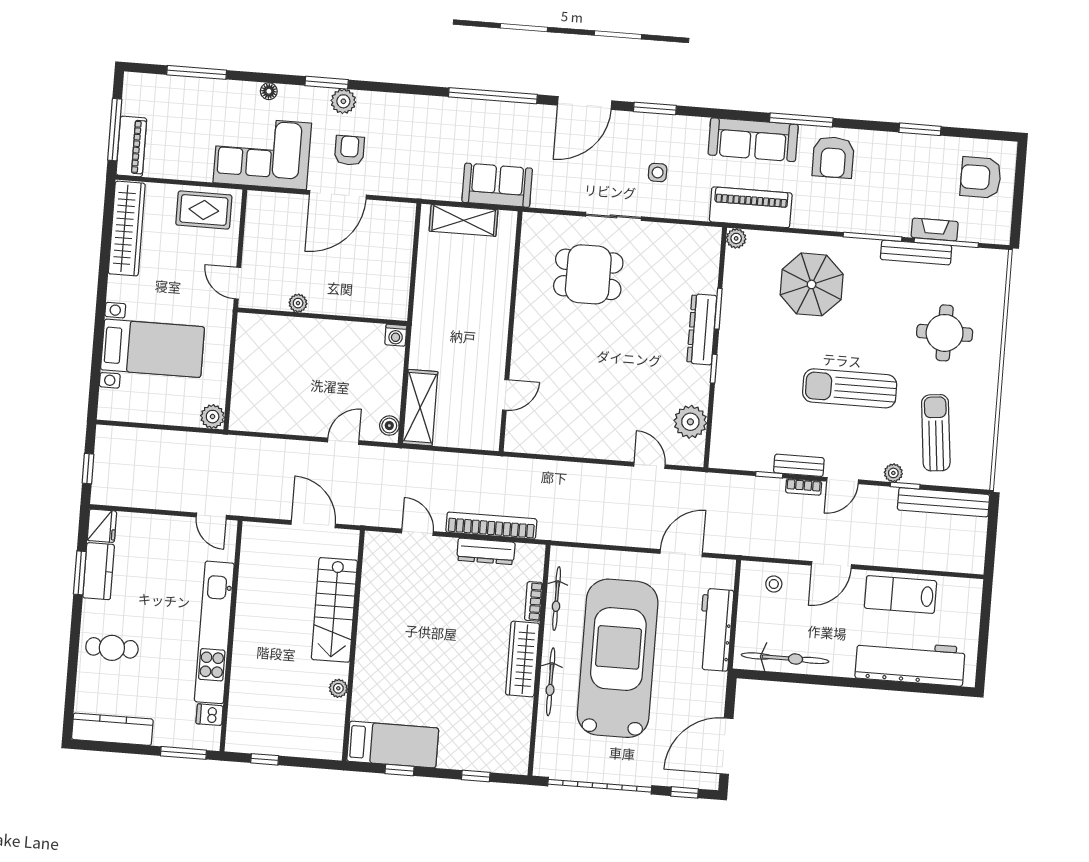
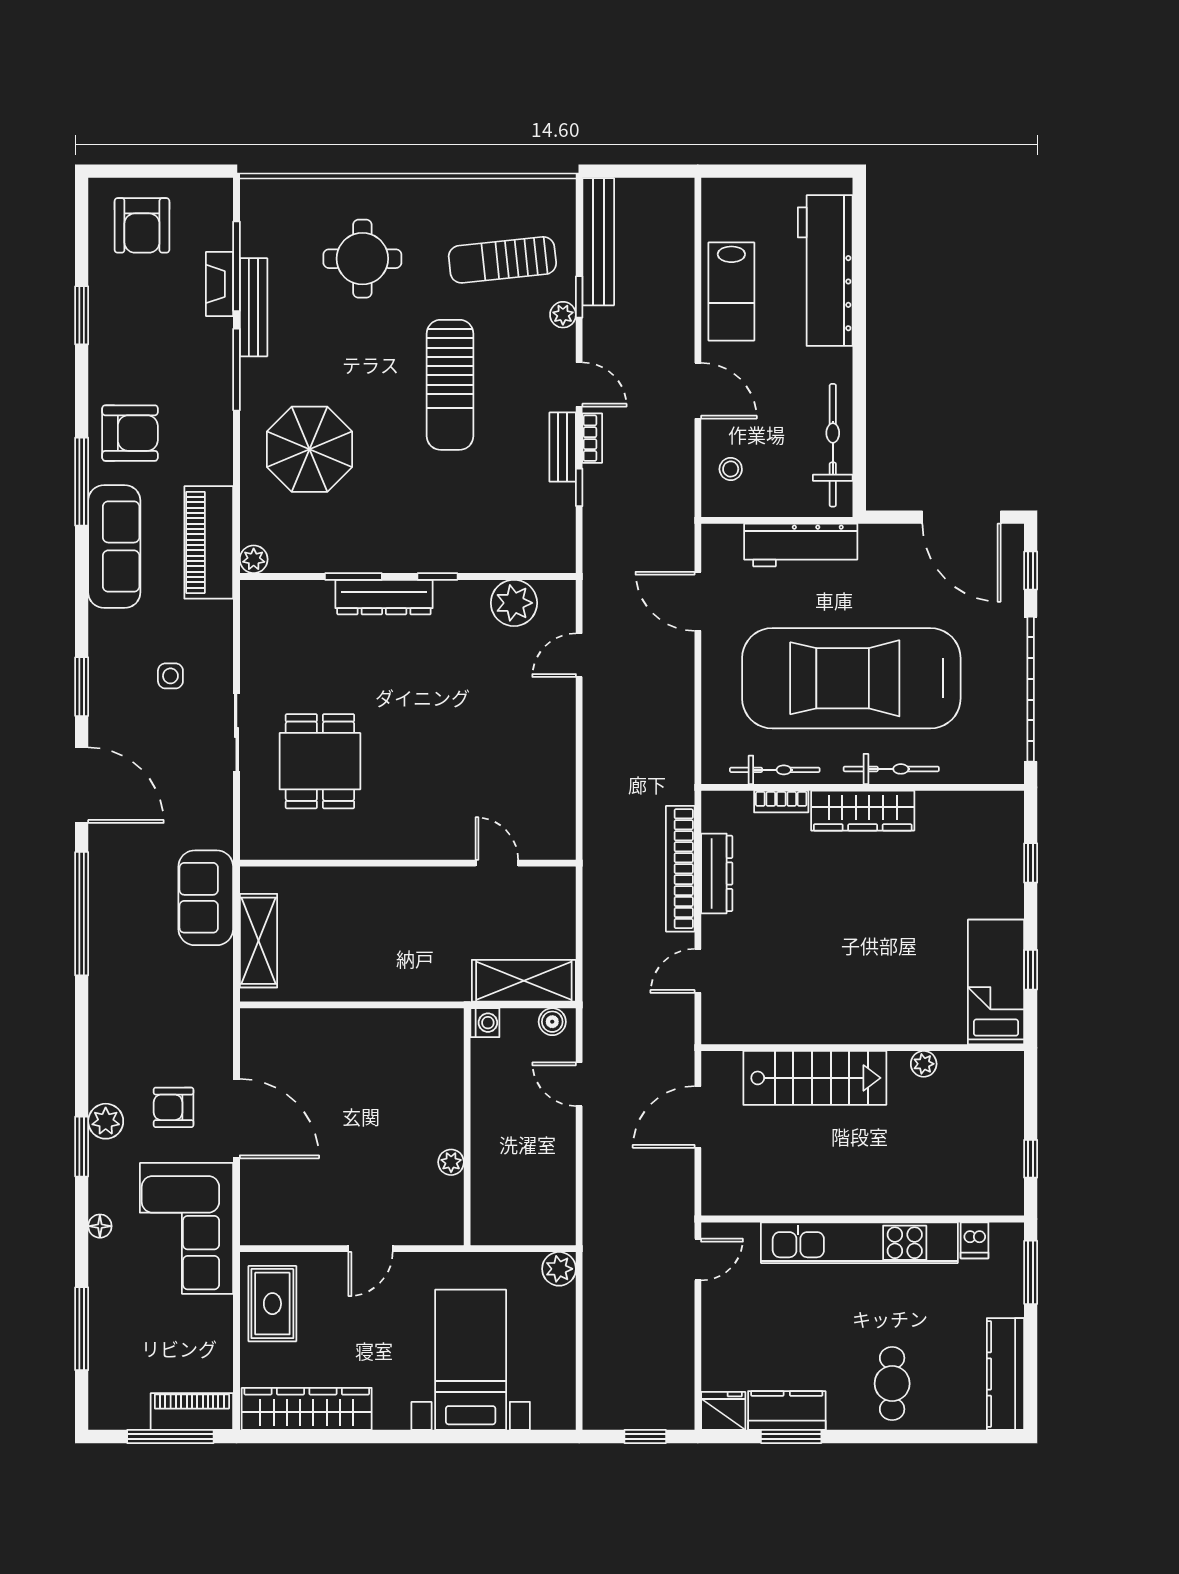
plant: (298, 303) -> (451, 1162), moved
wall: (322, 317) -> (467, 1127), moved
washing machine: (396, 335) -> (485, 1023), moved

